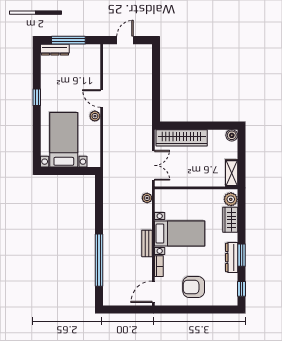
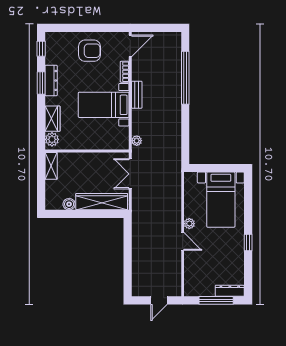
boiler: (232, 135) -> (69, 204), moved

